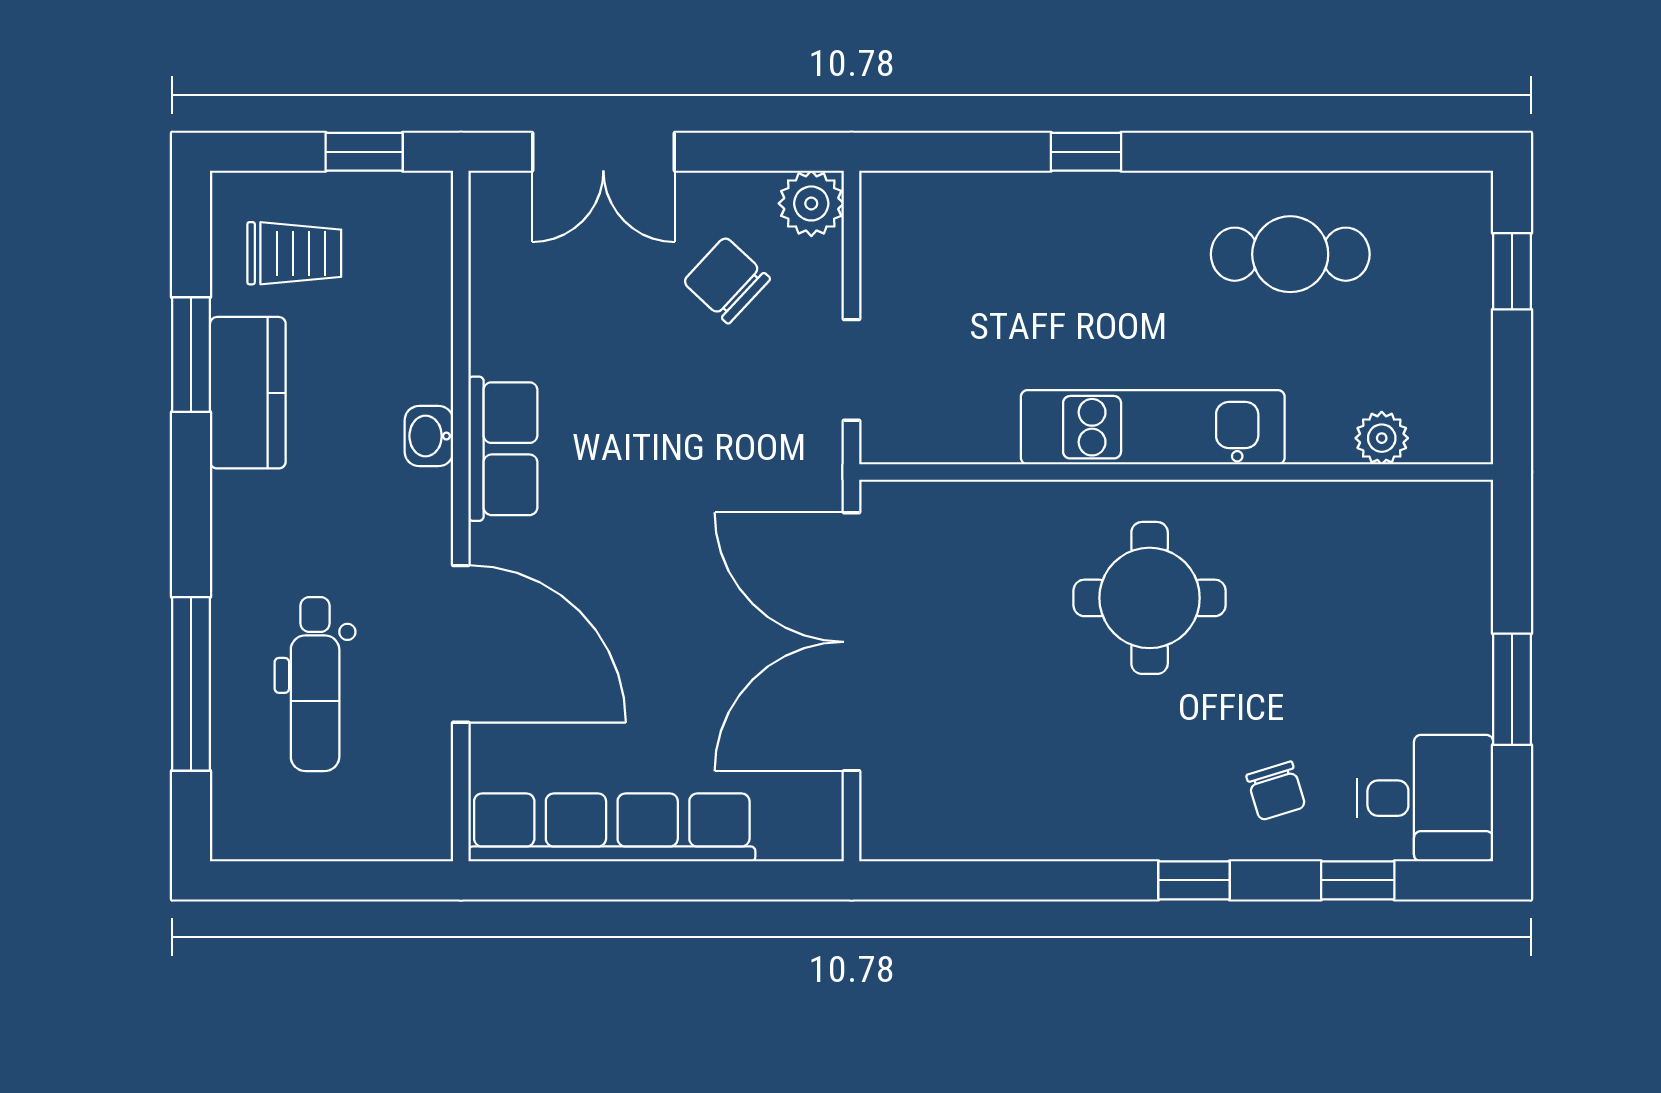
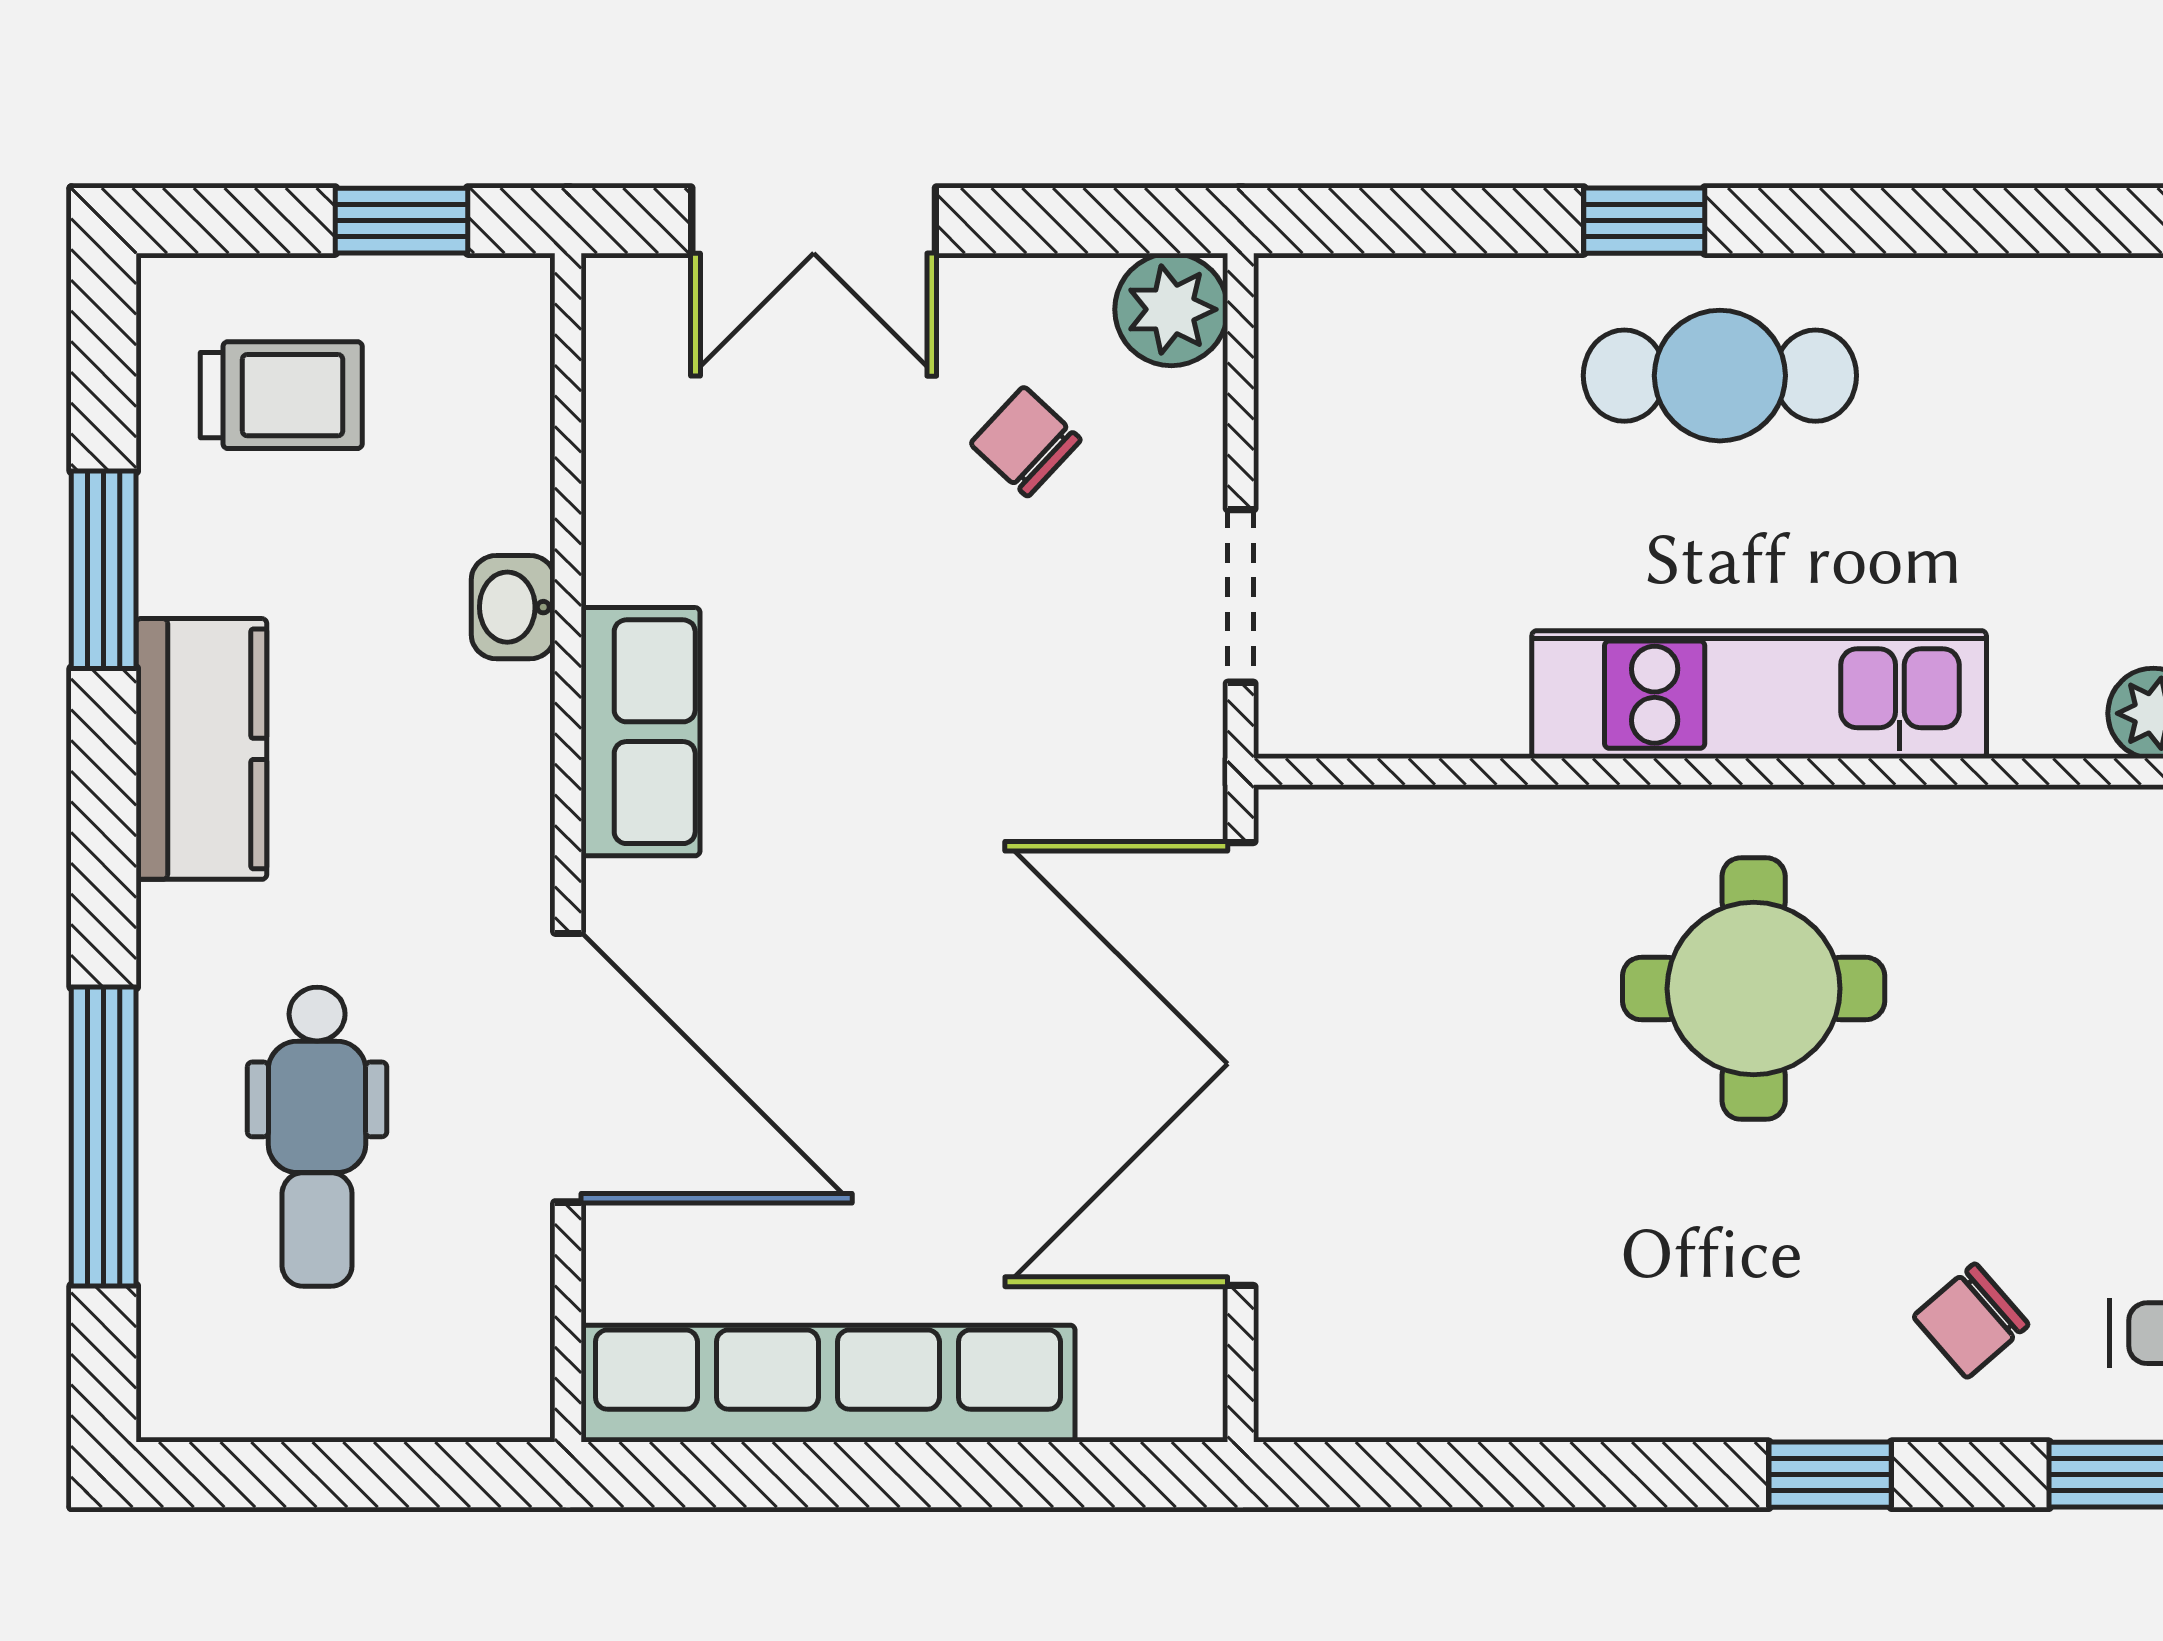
cafe table: (1290, 254) -> (1720, 376), moved
chair: (727, 280) -> (1026, 442), width x0.73, depth x0.73
kitchen counter: (248, 393) -> (201, 749), moved
washbasin: (429, 436) -> (513, 607), moved
chair: (1276, 791) -> (1971, 1321), turned 66

